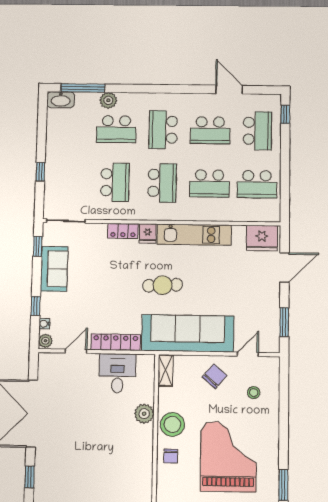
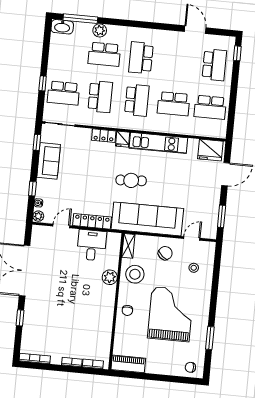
school desk: (210, 130) -> (64, 93), moved
stool: (172, 424) -> (135, 274), moved

